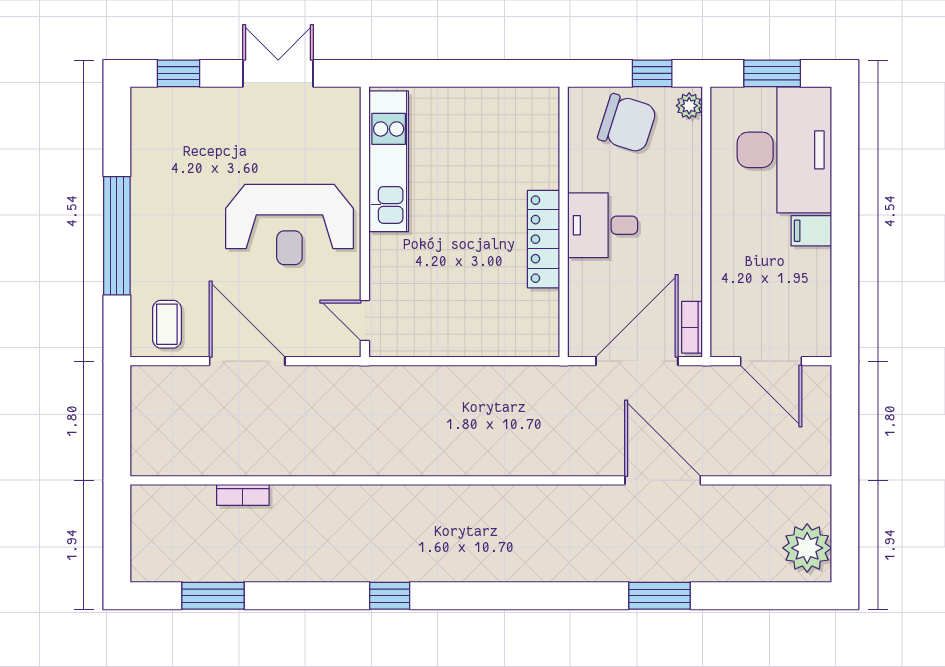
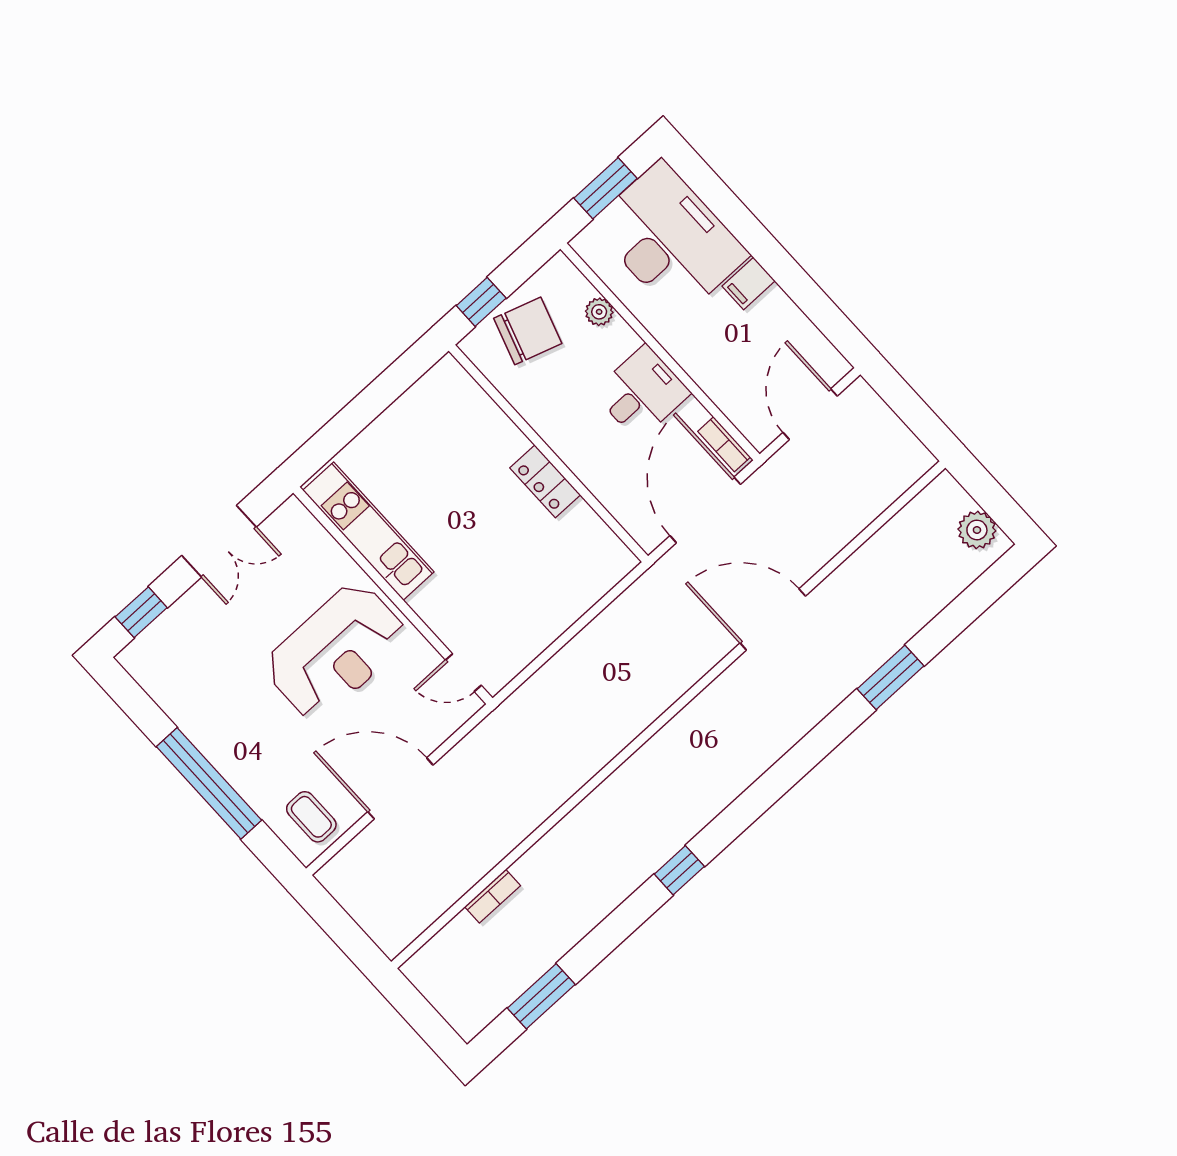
double door: (278, 73) -> (219, 541), swing flipped
window: (652, 73) -> (481, 302), moved
plant: (689, 106) -> (599, 312), moved
desk: (603, 225) -> (642, 393), moved, turned 180
locker: (544, 239) -> (545, 481), width x0.66
door: (771, 361) -> (810, 414), swing flipped
door: (663, 480) -> (773, 619), moved
plant: (807, 548) -> (977, 530), width x0.73, depth x0.73

